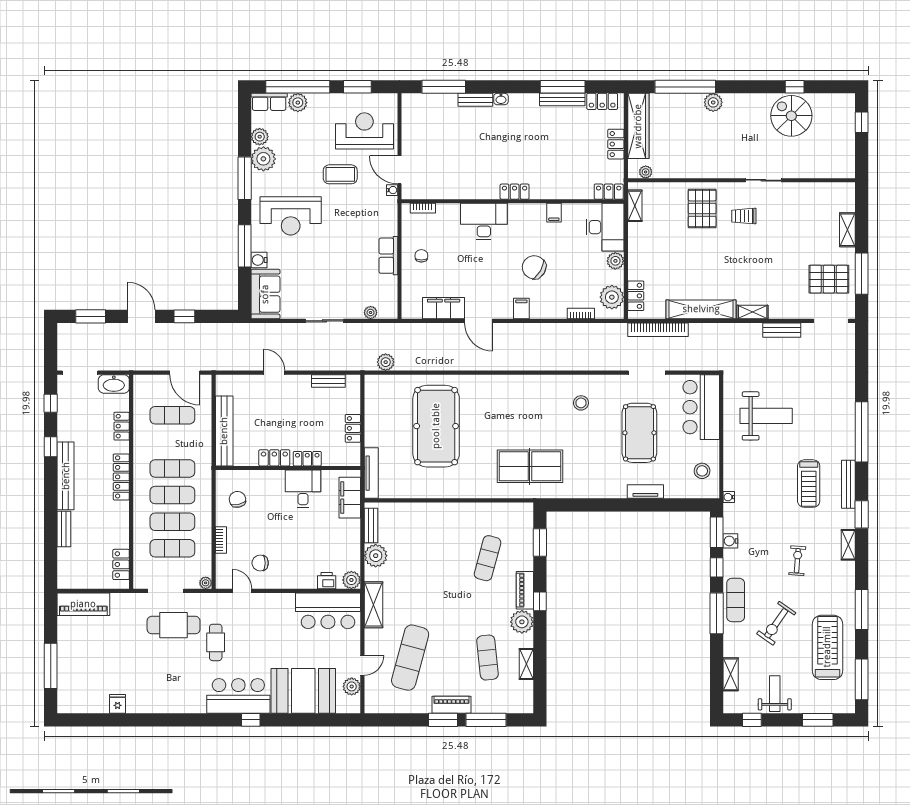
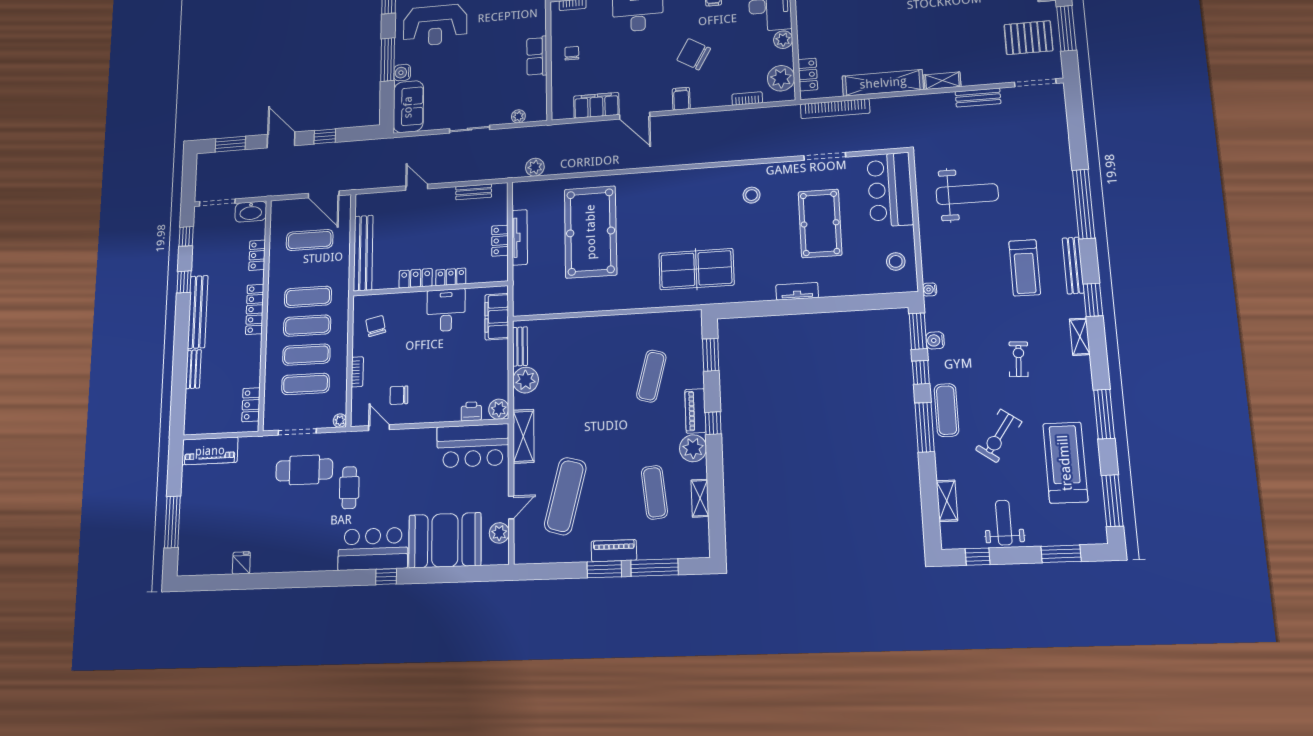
tv unit: (371, 473) -> (520, 237), moved
tv unit: (645, 492) -> (797, 291), moved

